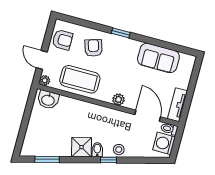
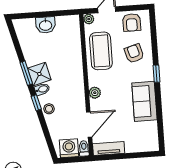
armchair: (93, 48) -> (134, 53), turned -89
sofa: (158, 58) -> (144, 101), moved
washbasin: (48, 100) -> (46, 25), moved, turned -90
window: (47, 159) -> (26, 73), moved

